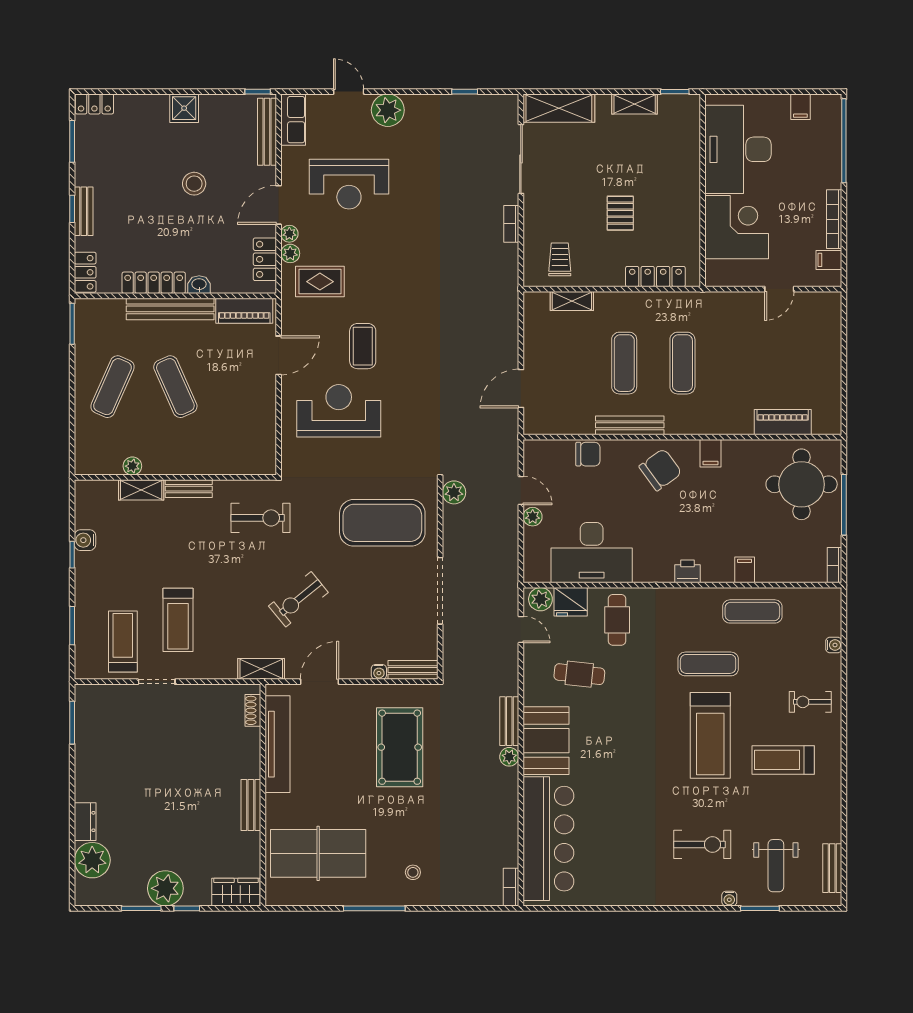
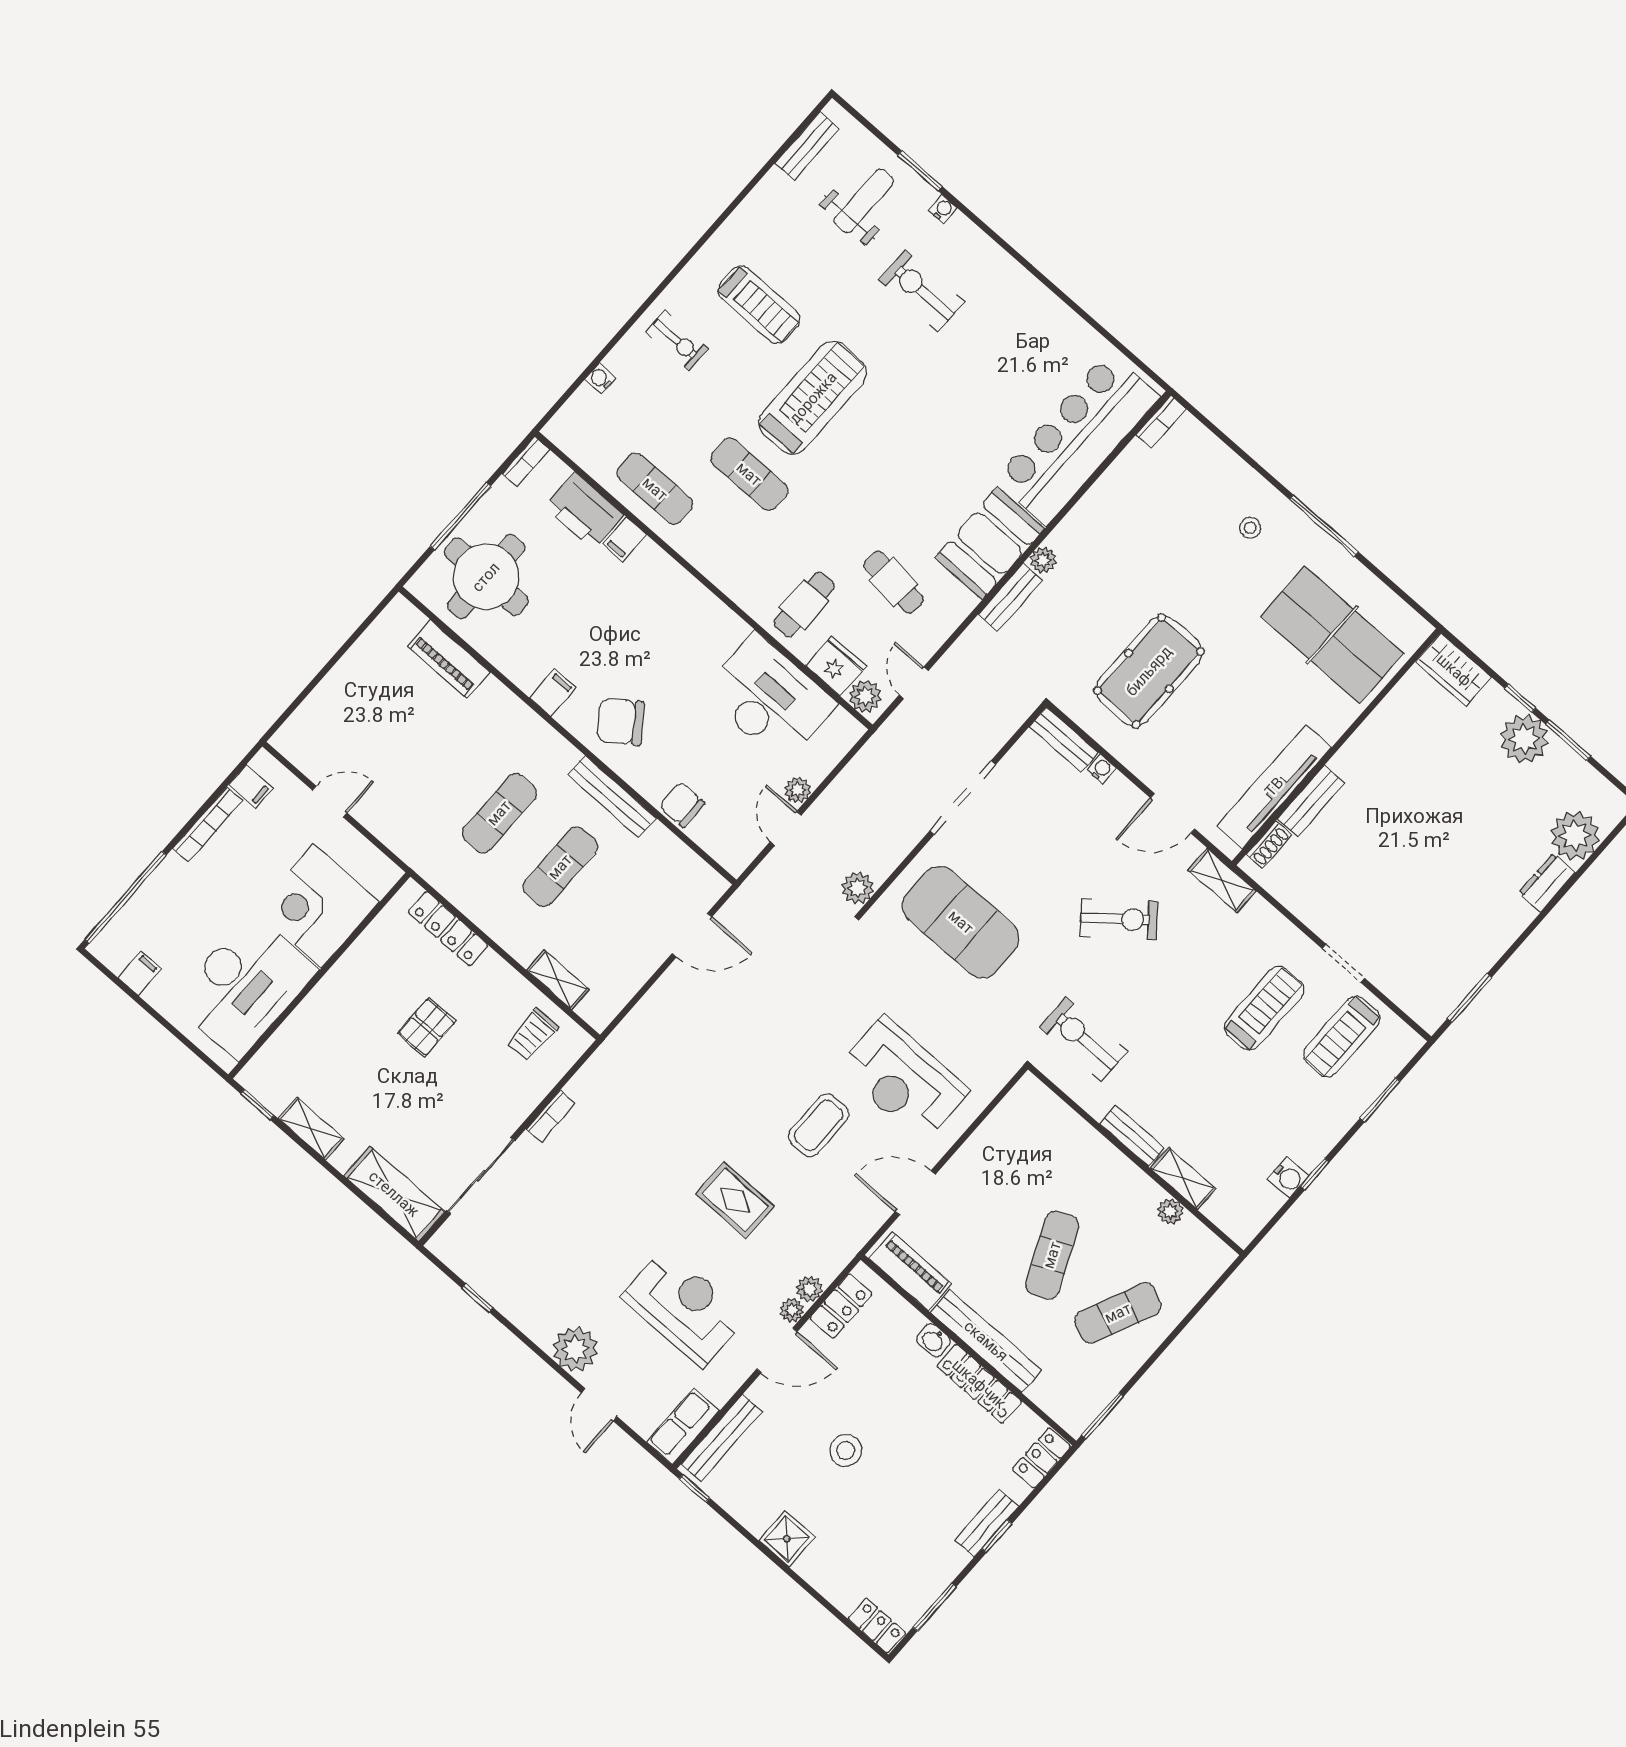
rug: (320, 282) -> (735, 1200), moved
printer: (688, 571) -> (584, 511), moved, width x1.87, depth x1.48
bench: (251, 805) -> (1311, 801), moved

